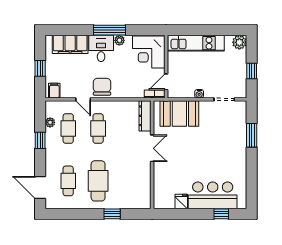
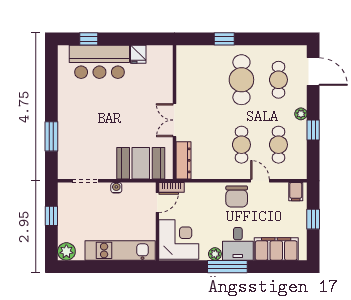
plant: (50, 122) -> (301, 114), moved

